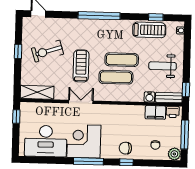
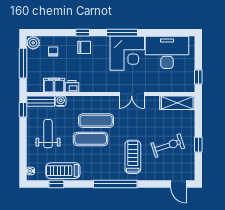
treadmill: (81, 66) -> (133, 157), moved, turned 180
weight bench: (163, 66) -> (48, 134), turned -90
printer: (173, 112) -> (72, 86), moved

